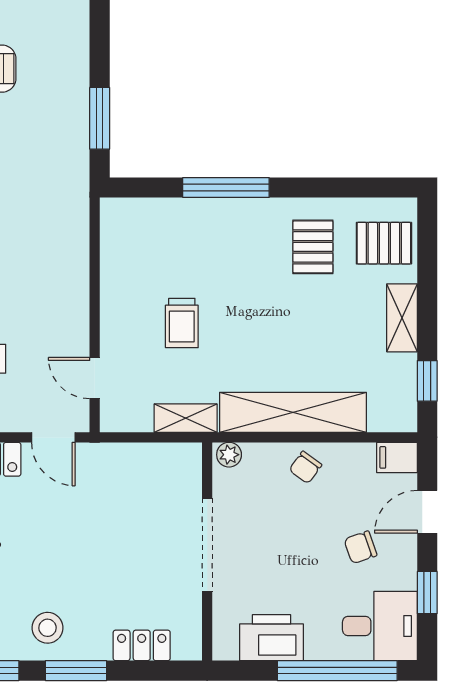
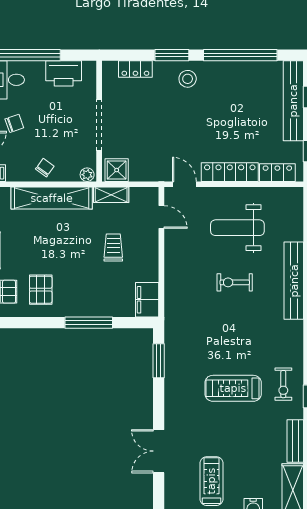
filing cabinet: (120, 229) -> (147, 300), added
shower: (176, 463) -> (117, 170), added

